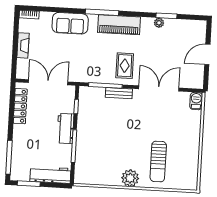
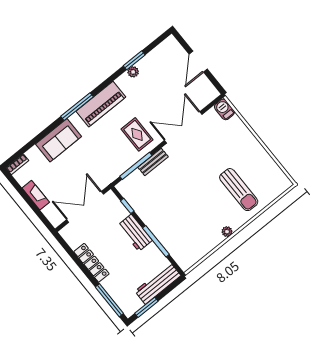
locker: (20, 106) -> (91, 263), moved
plant: (130, 178) -> (227, 232), width x0.53, depth x0.53

